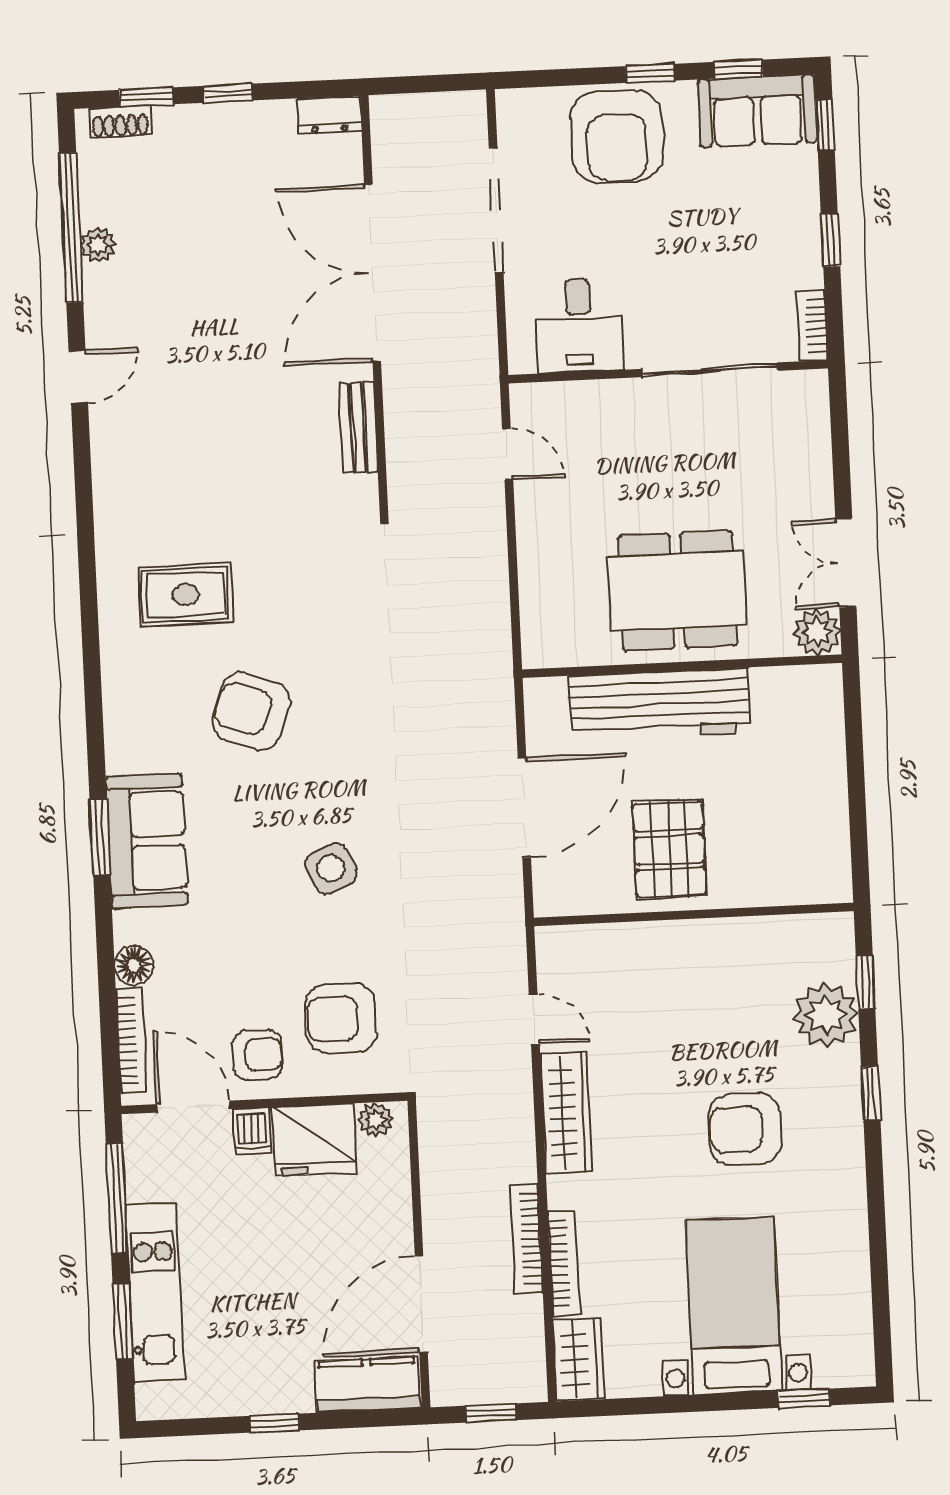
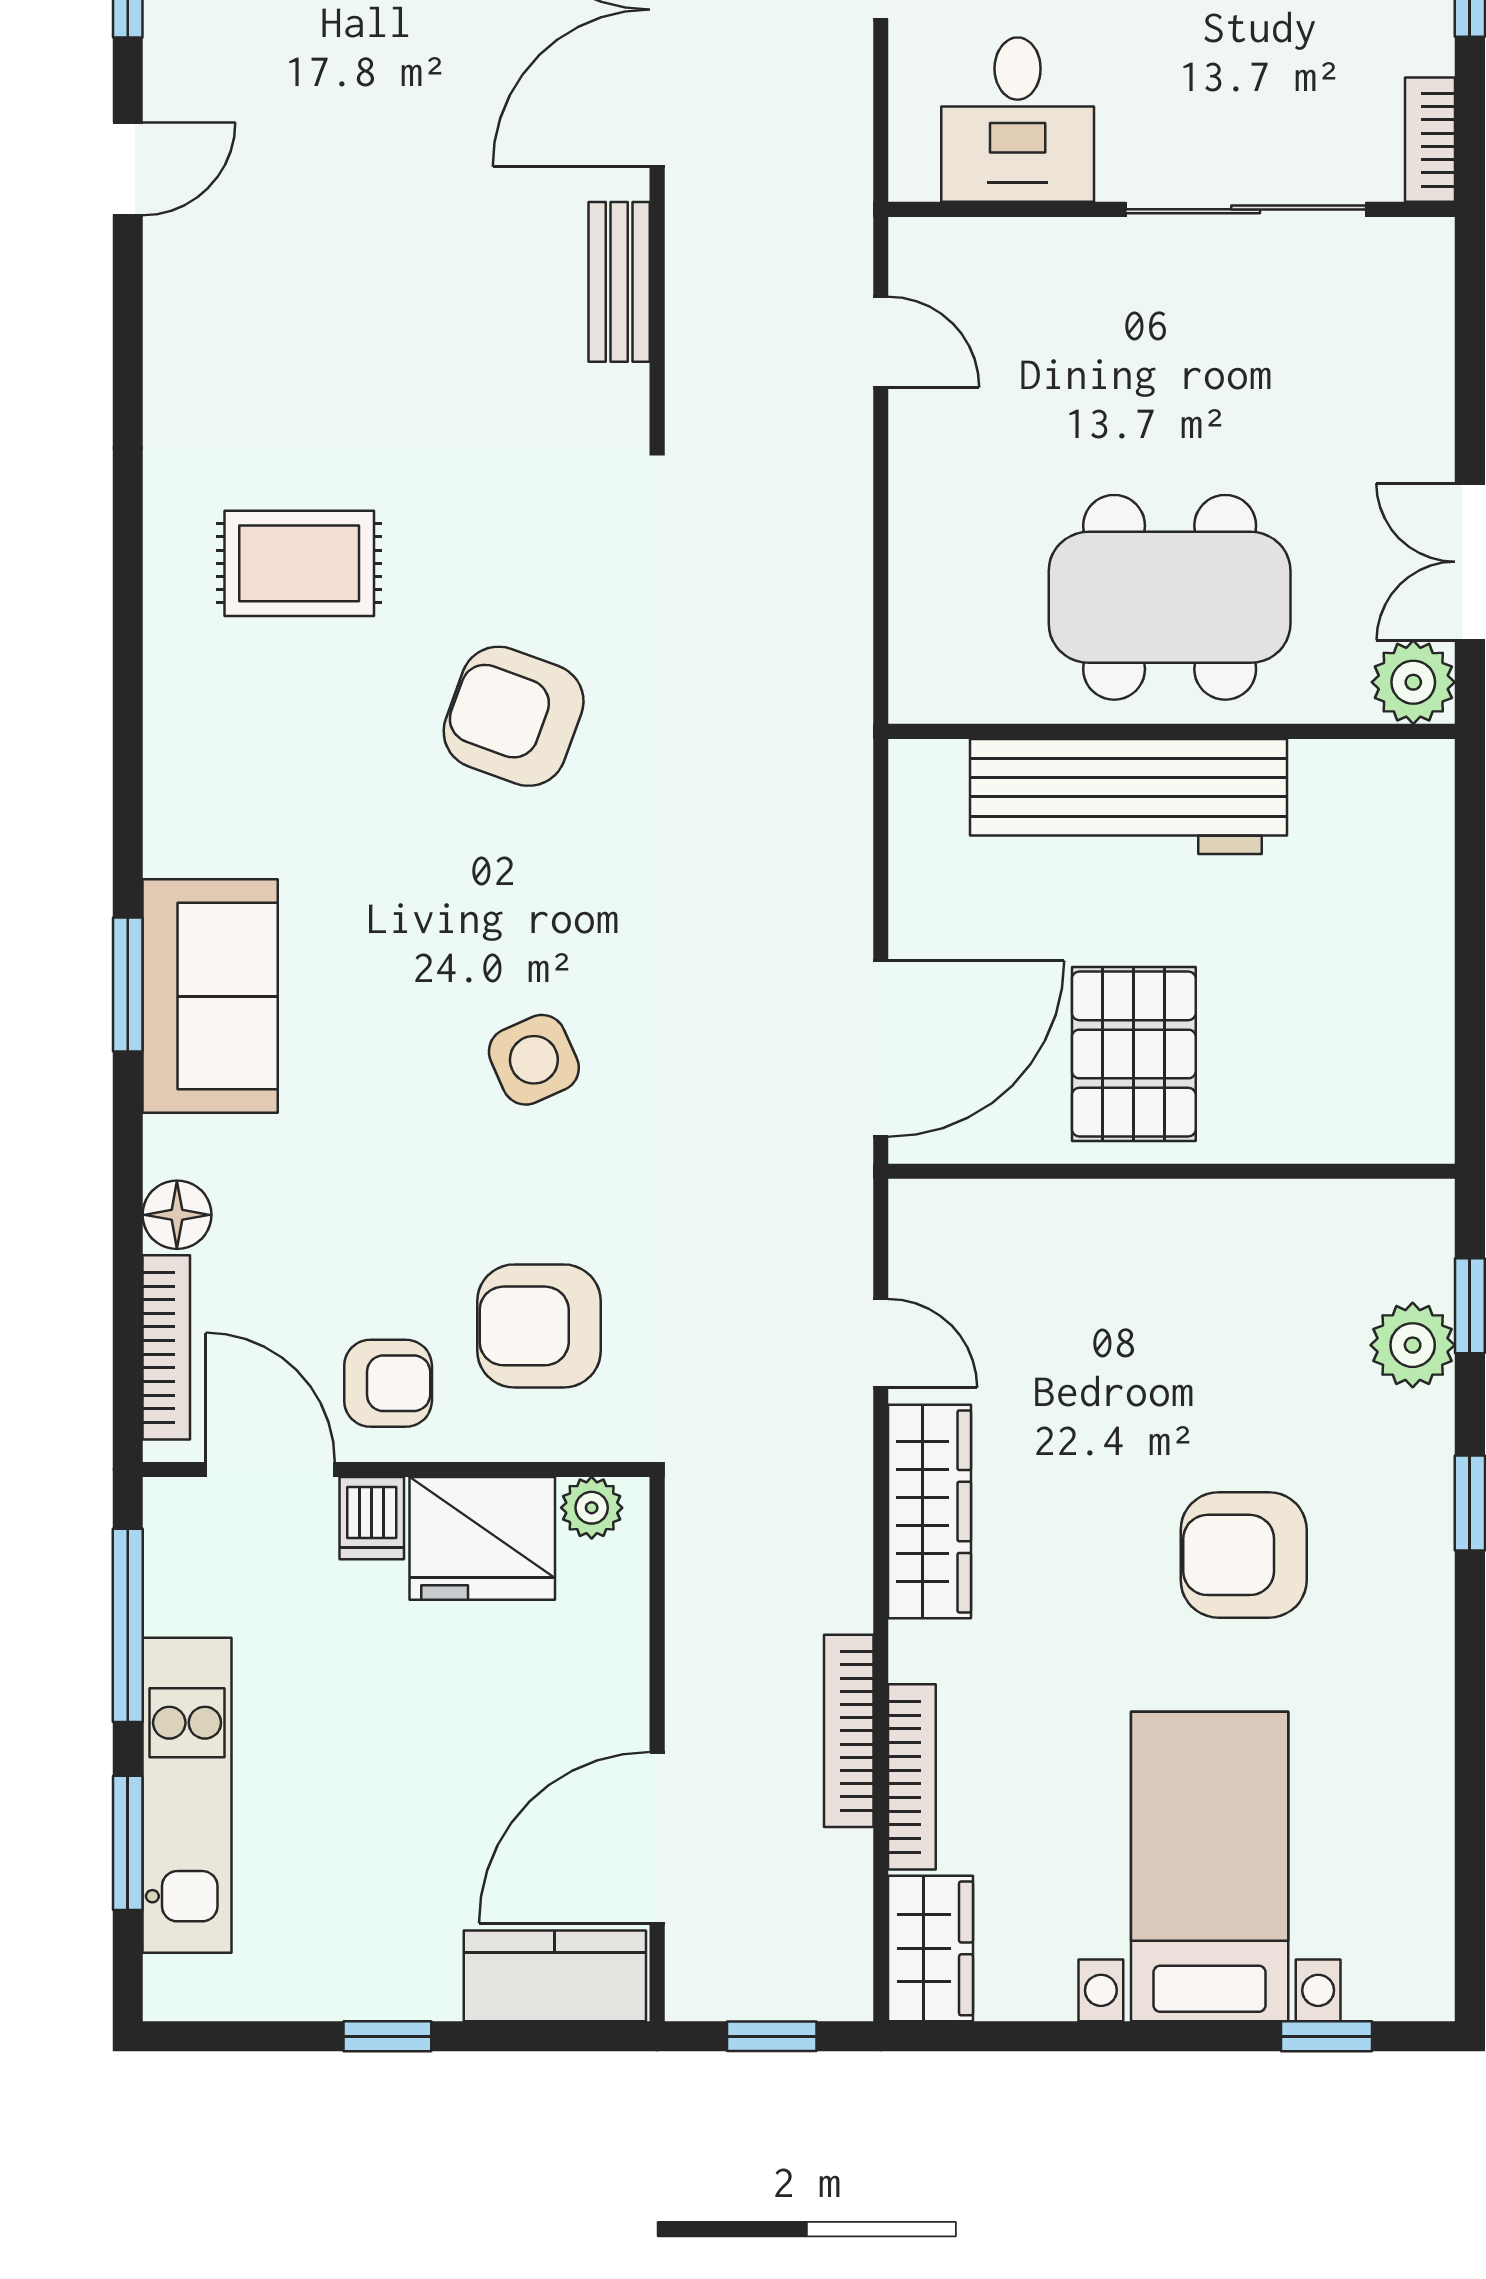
armchair: (251, 711) -> (514, 716), moved
door: (524, 808) -> (881, 1049), moved
plant: (826, 1015) -> (1413, 1345), width x0.73, depth x0.73

